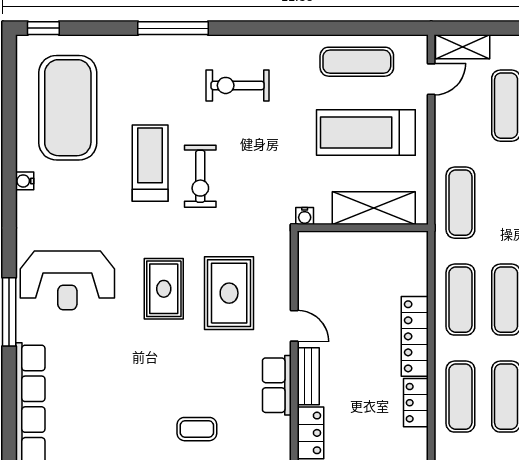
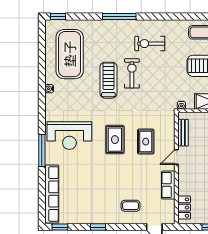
exercise bike: (200, 176) -> (132, 73), moved, turned 180
rug: (229, 293) -> (146, 142), width x0.73, depth x0.70
door: (294, 326) -> (176, 157), swing flipped
bench: (308, 376) -> (183, 133), moved

